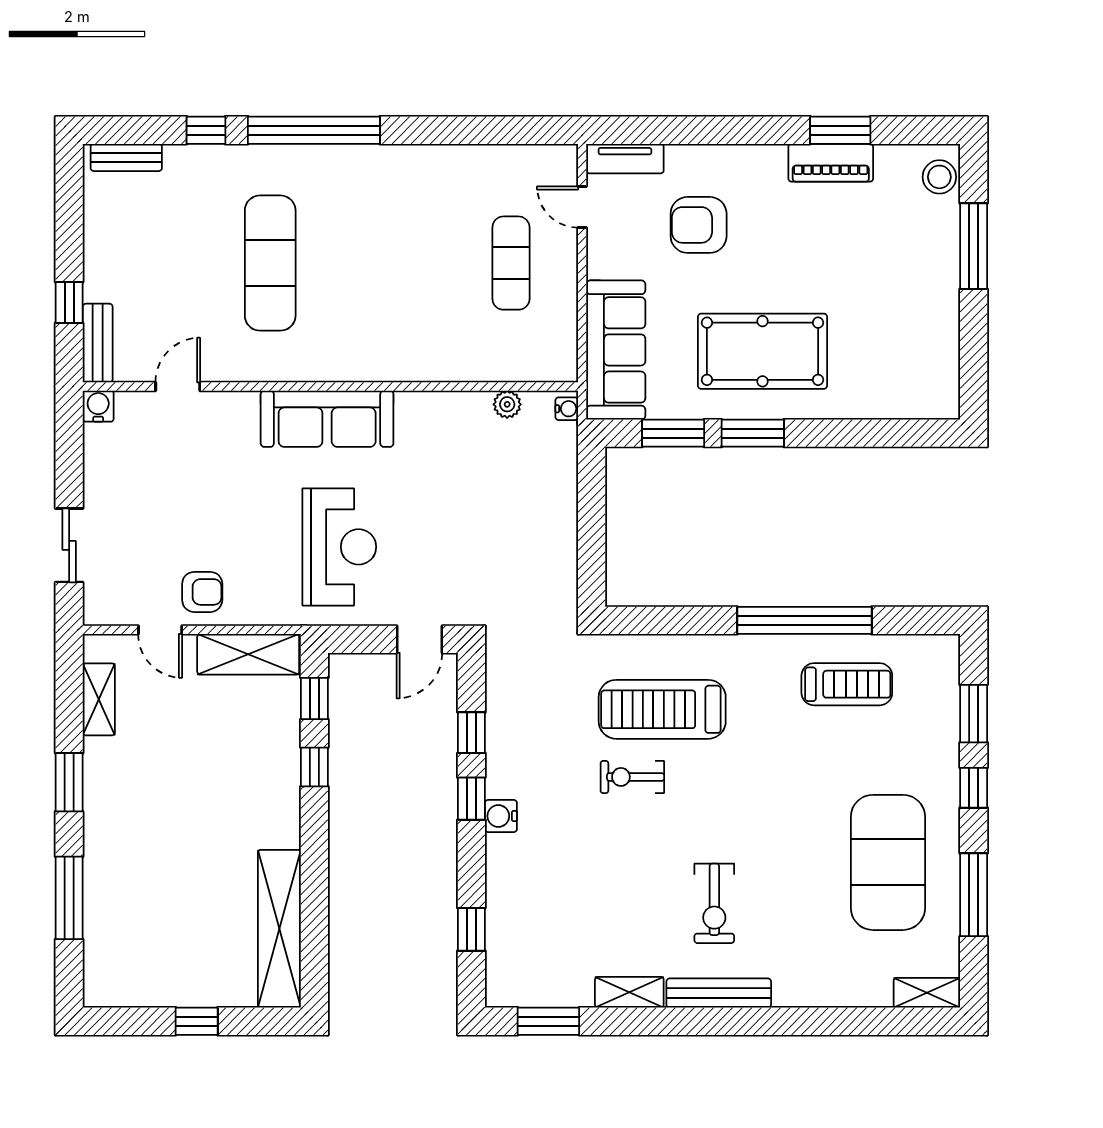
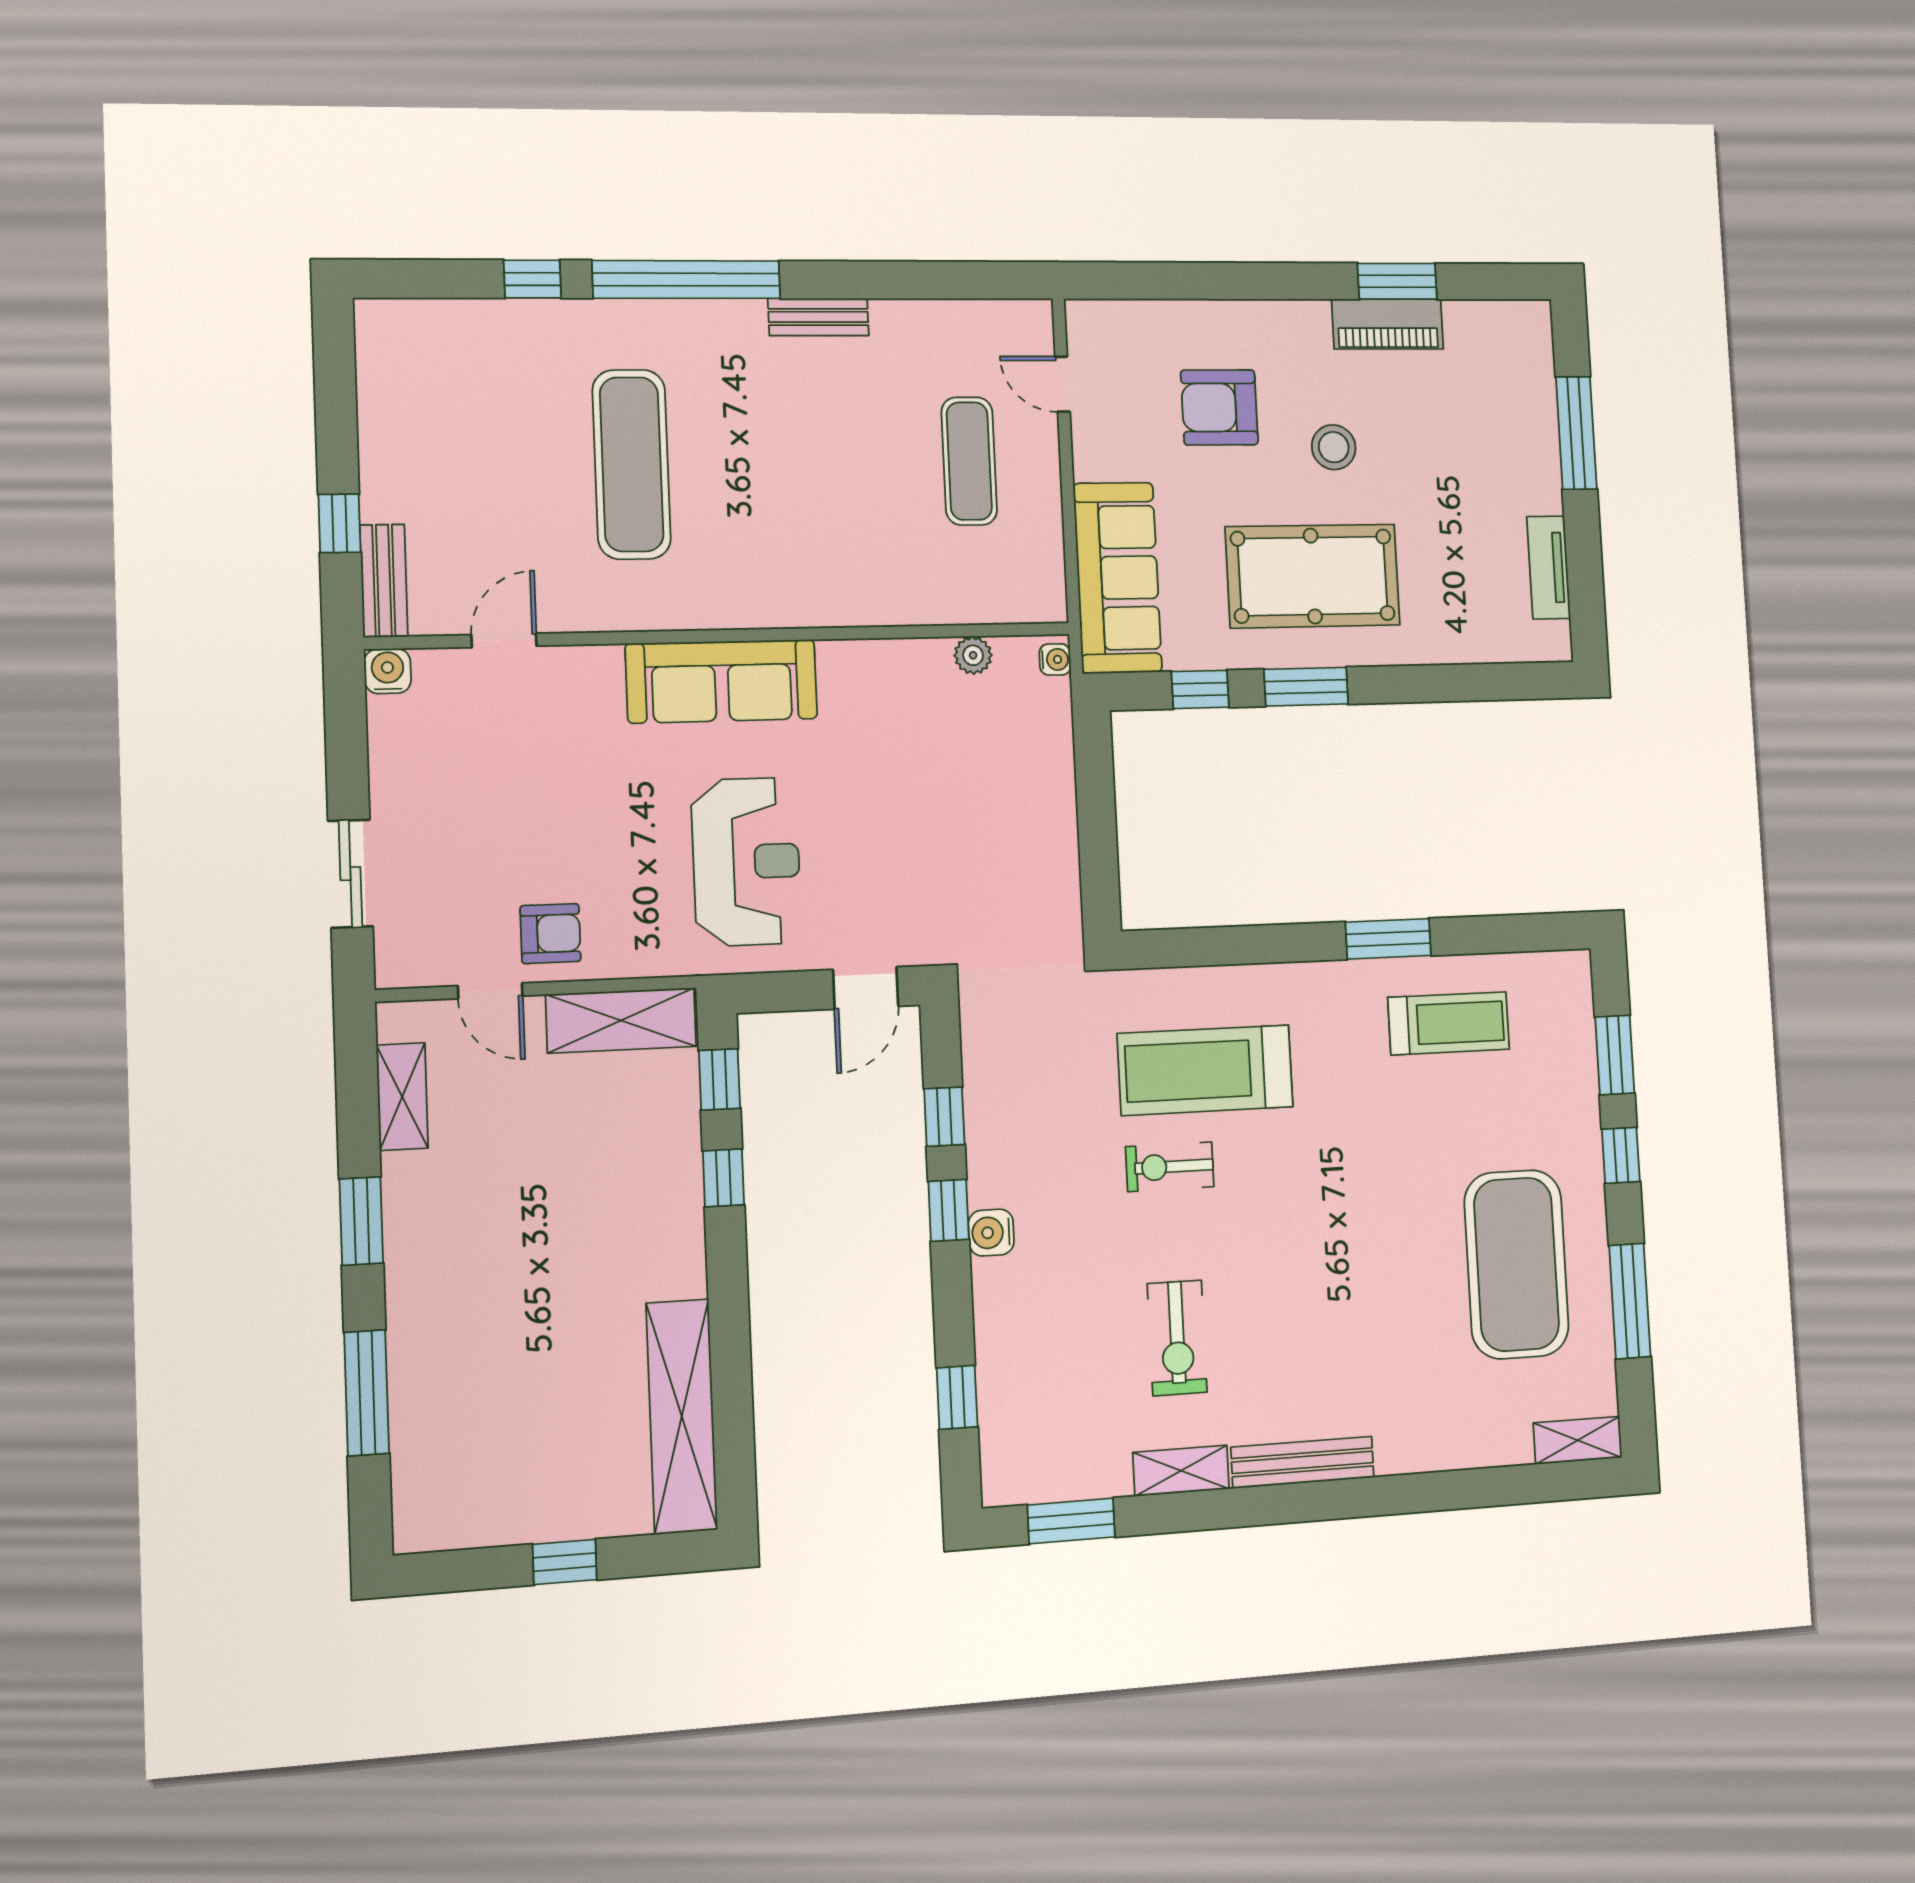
bench: (126, 157) -> (818, 317), moved
tv unit: (625, 159) -> (1549, 568), moved, turned 90
stool: (939, 177) -> (1334, 447), moved
window: (673, 433) -> (1200, 689), width x0.67
window: (804, 620) -> (1388, 939), width x0.47
exercise bike: (714, 903) -> (1177, 1338), moved

